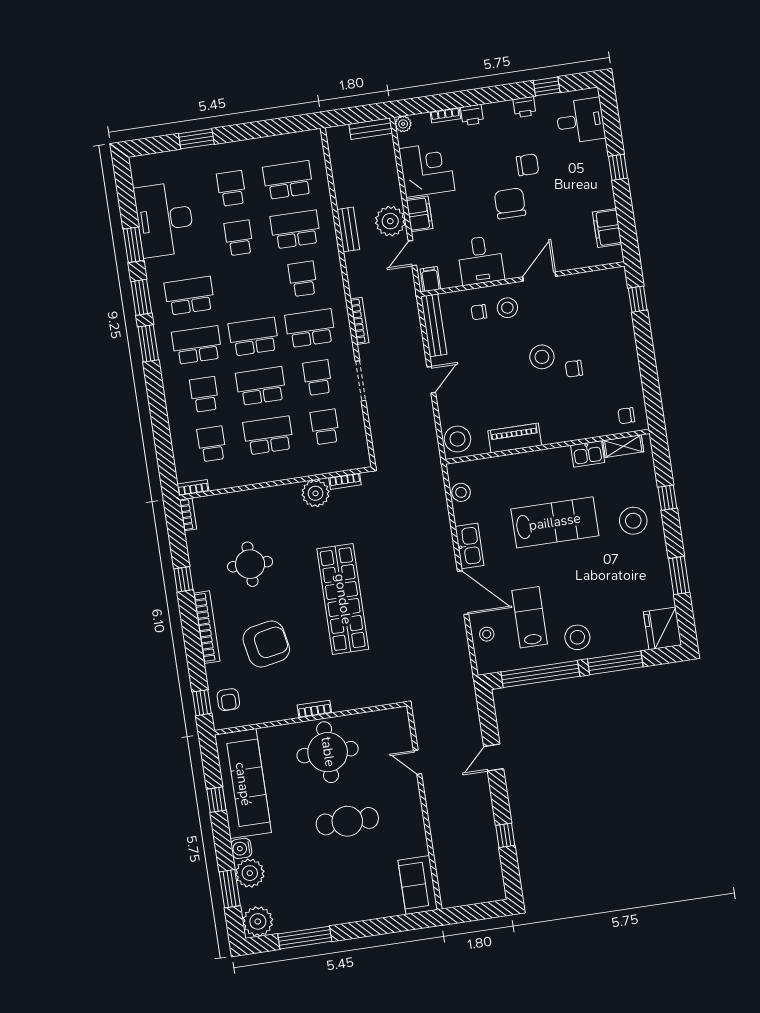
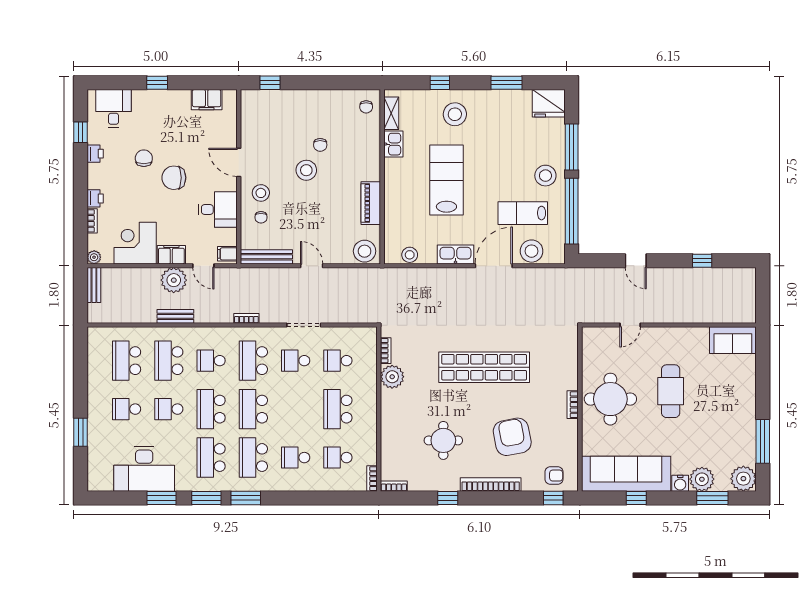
bookcase: (360, 321) -> (246, 318), width x0.64
school desk: (261, 386) -> (211, 409), moved
stool: (487, 634) -> (532, 251), width x1.89, depth x1.89

